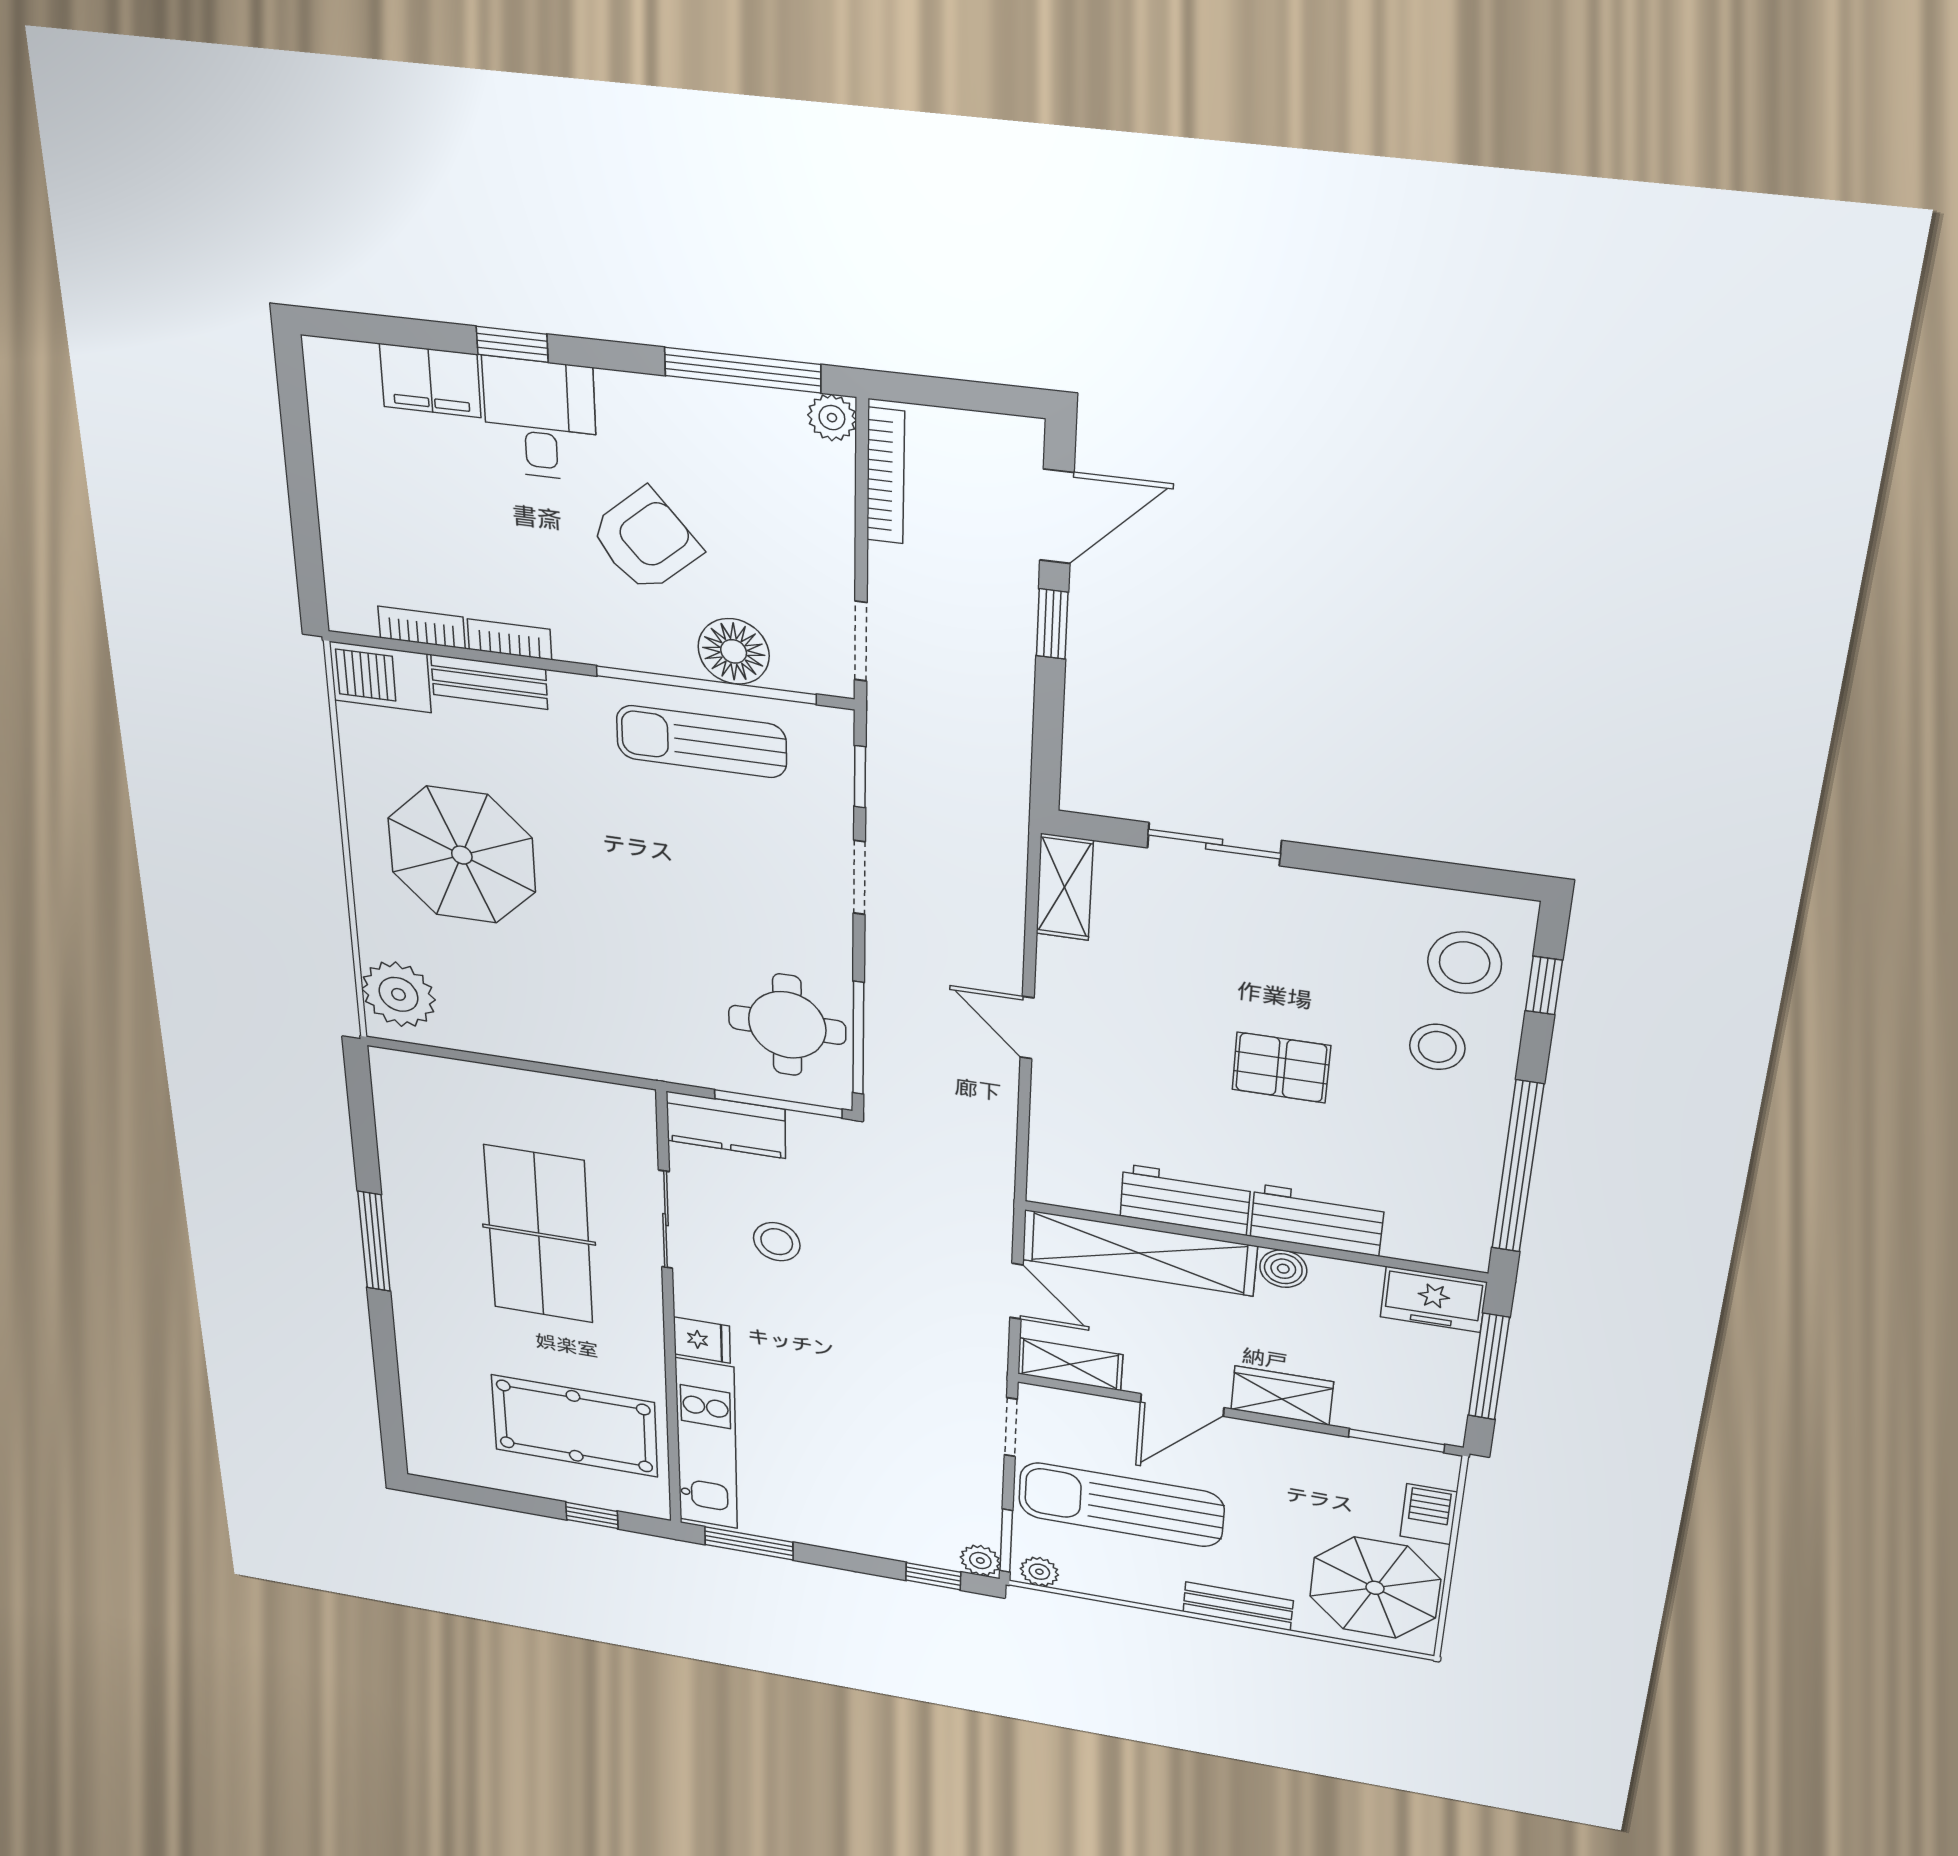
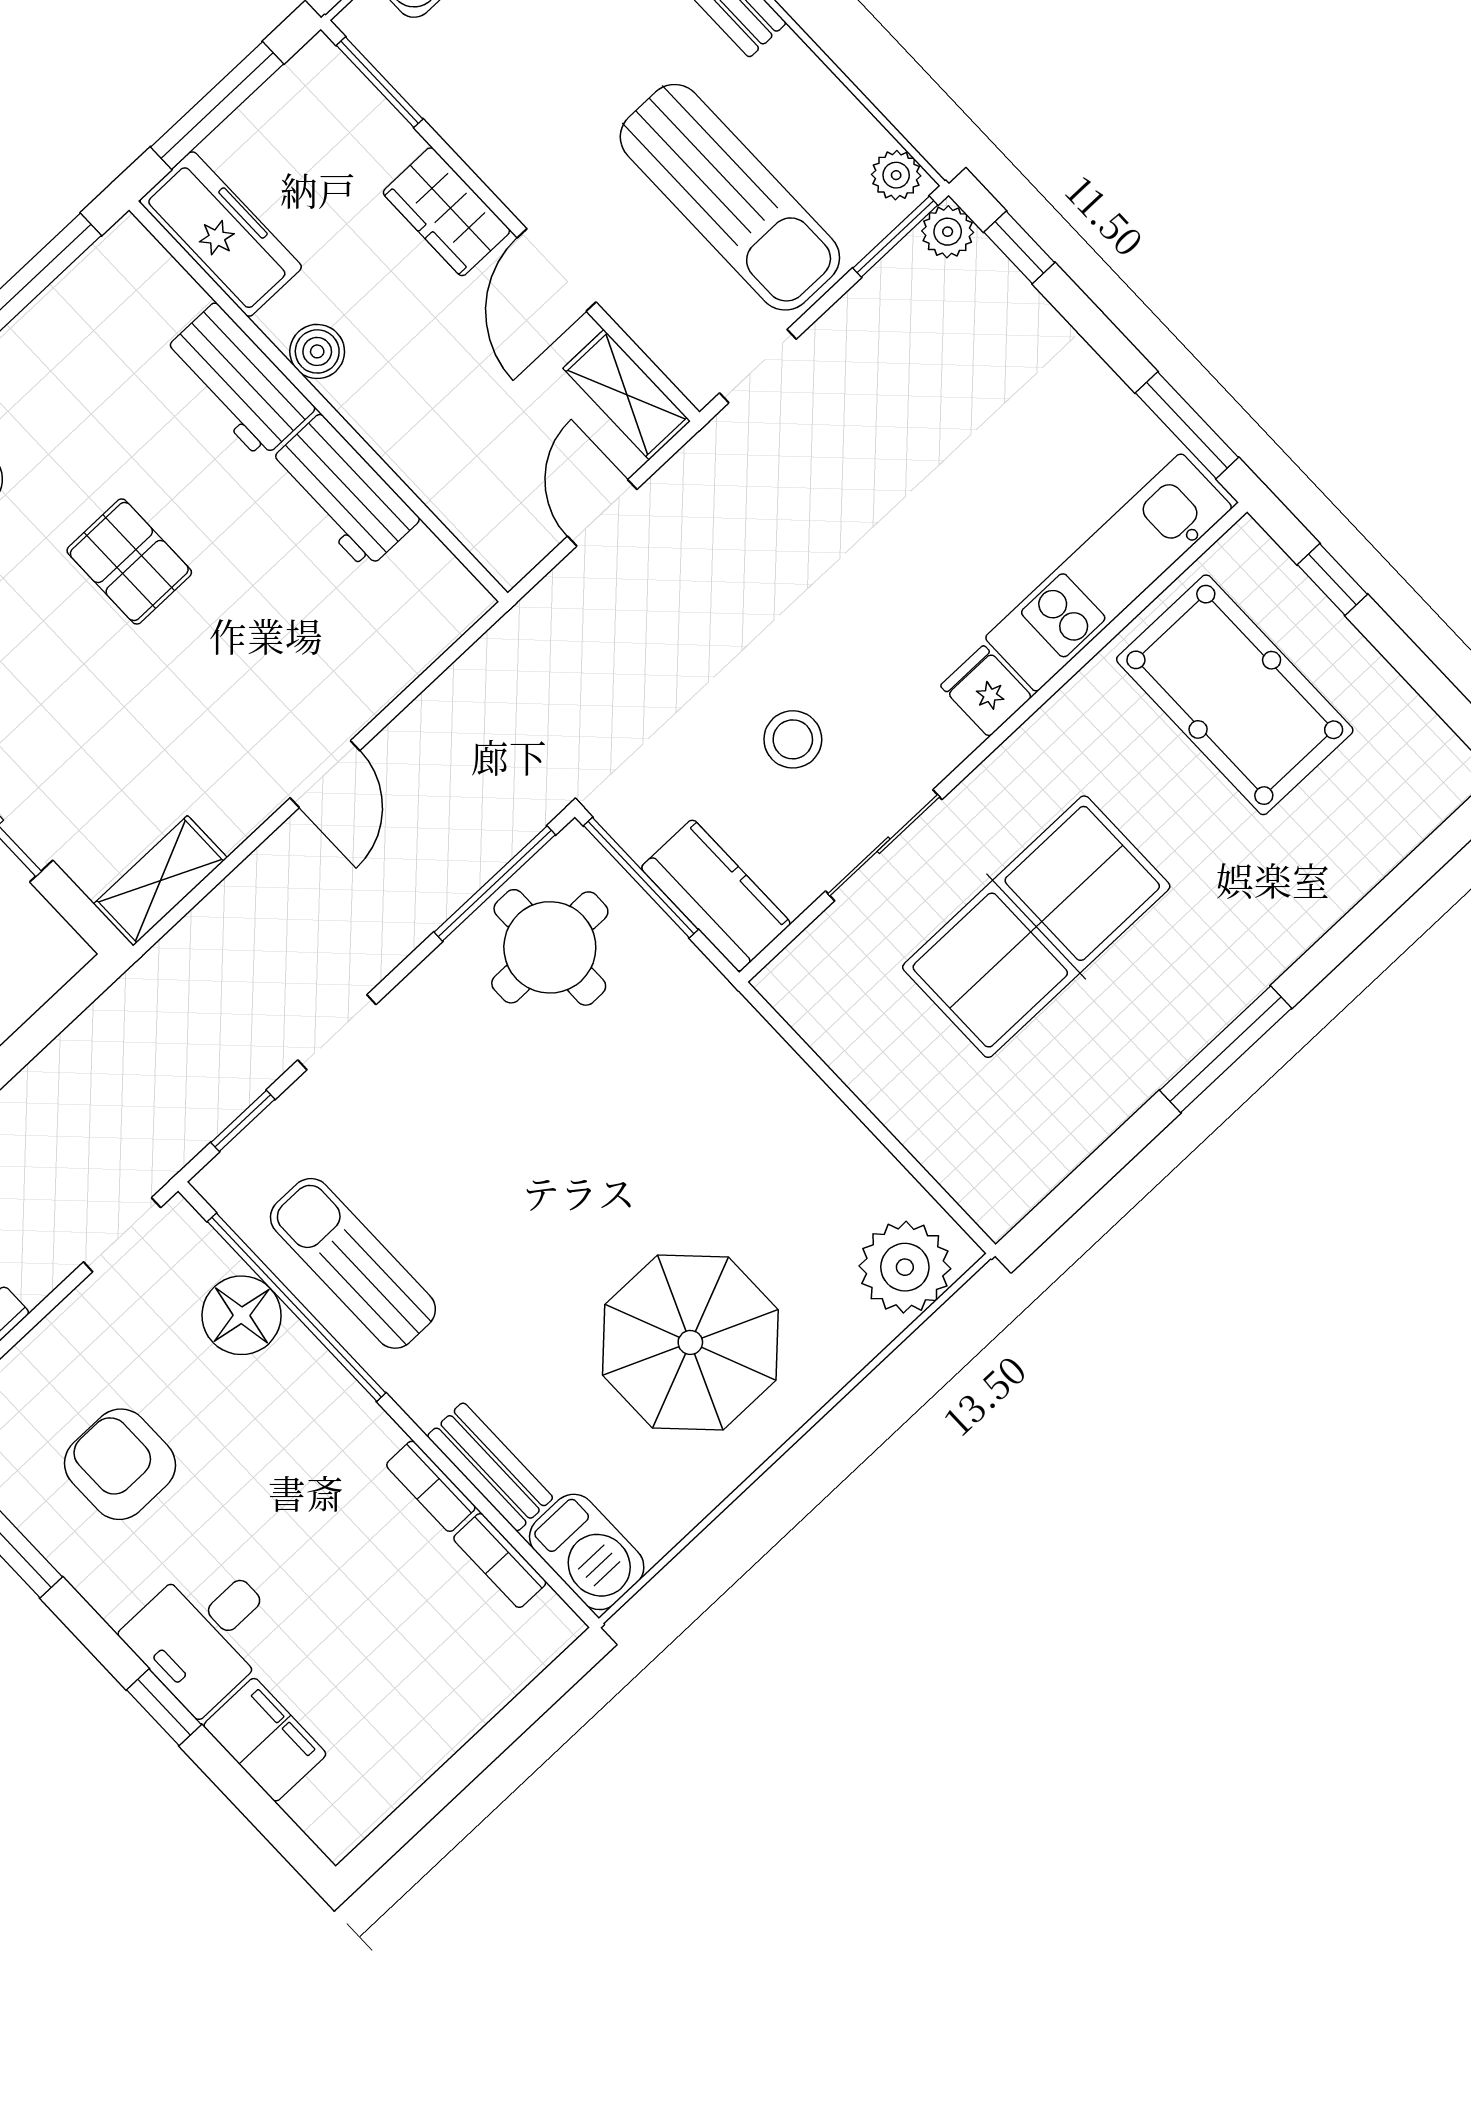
armchair: (645, 540) -> (120, 1464), moved, turned 41
sun lounger: (701, 742) -> (353, 1263), turned 180
shelving: (1139, 1253) -> (441, 468), removed
freezer: (1433, 1299) -> (221, 234), width x1.40
door: (1182, 1405) -> (557, 270), swing flipped

